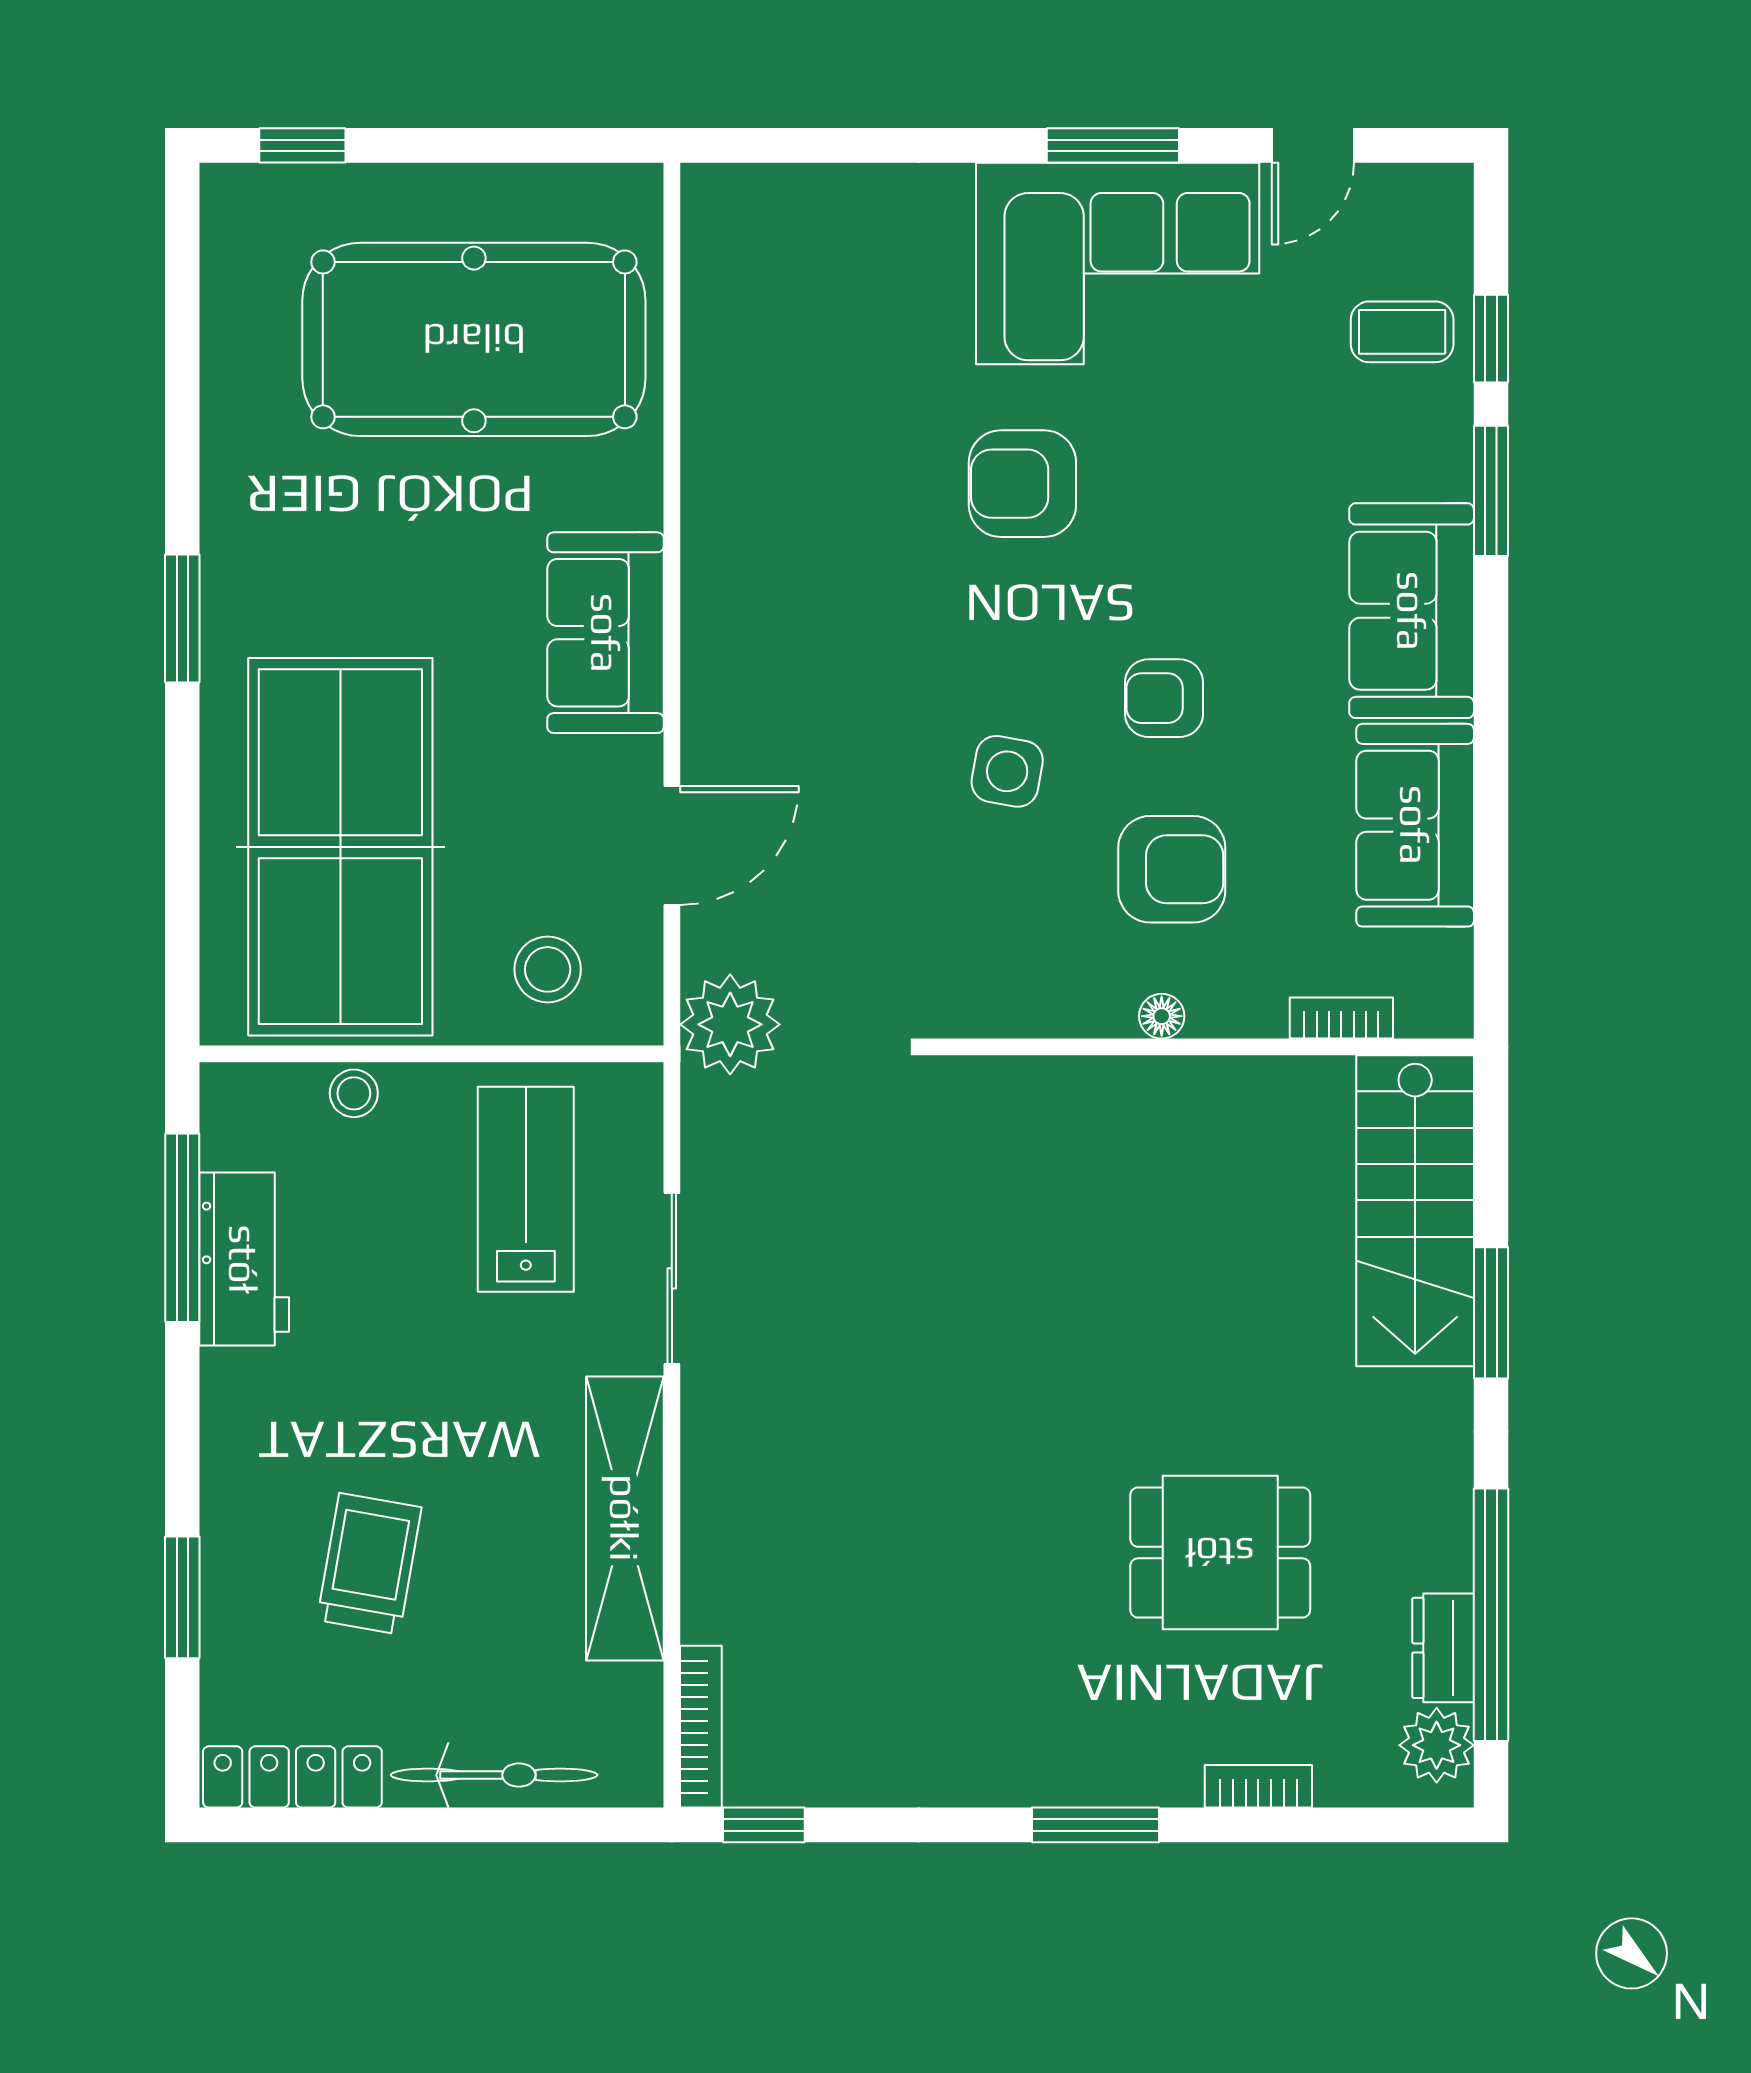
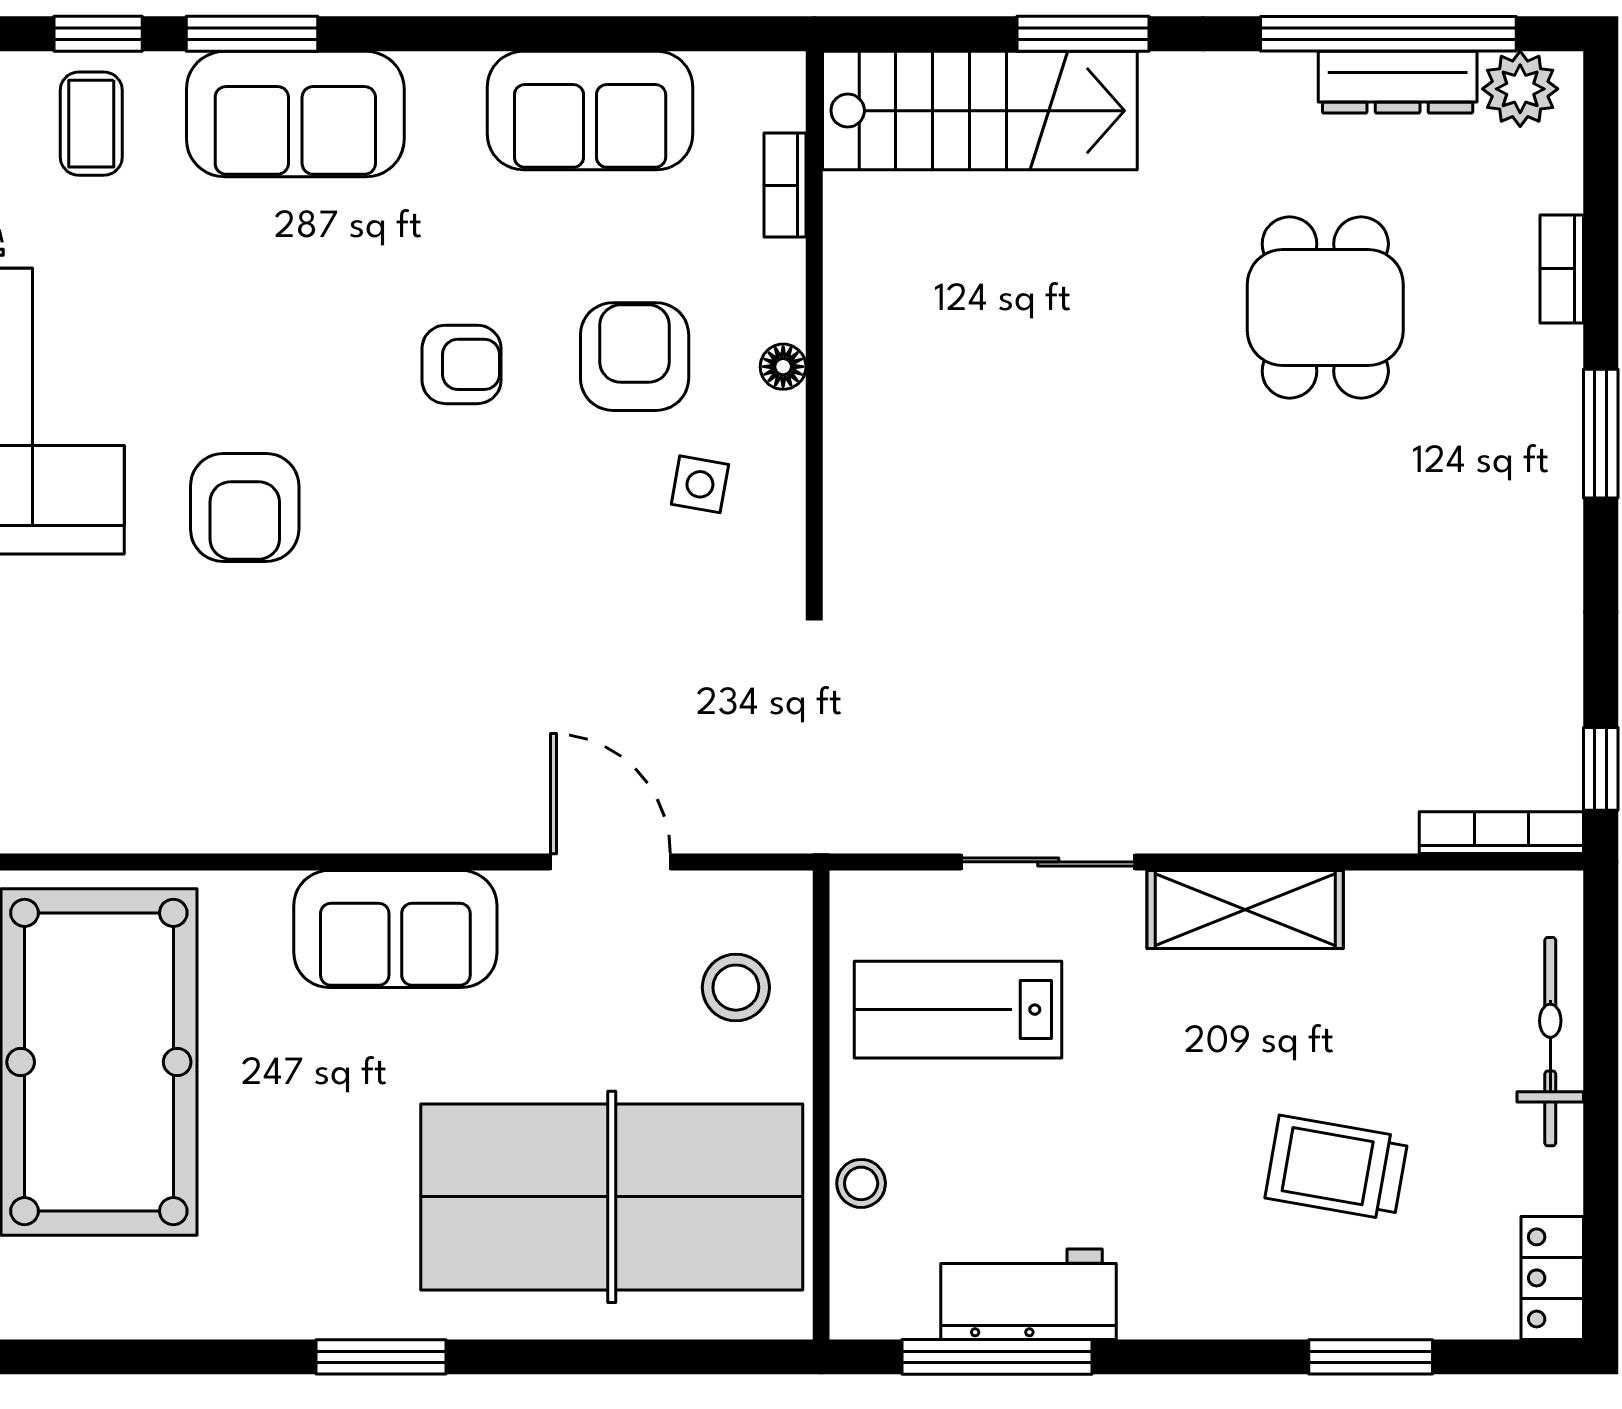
sofa: (1412, 611) -> (295, 114), moved
armchair: (1164, 698) -> (462, 364), turned -90
side table: (1007, 771) -> (700, 484), moved, width x0.73, depth x0.73
plant: (730, 1024) -> (791, 803), removed
shelving: (625, 1518) -> (1245, 909), width x0.68
dresser: (1443, 1648) -> (1398, 82), width x1.44
locker: (292, 1777) -> (1552, 1278), width x0.66

